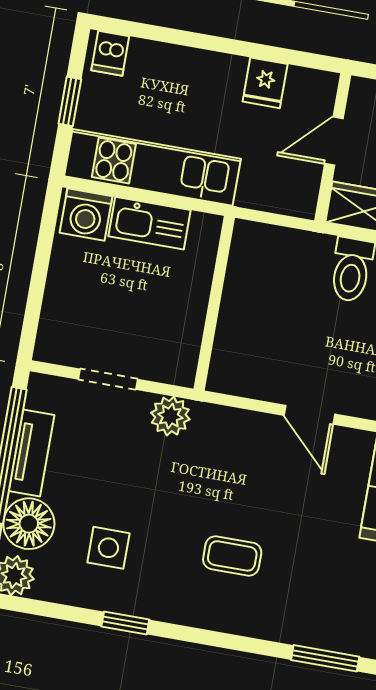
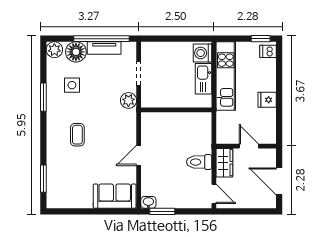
fridge: (265, 83) -> (267, 100), moved
window: (70, 101) -> (261, 39), moved
window: (125, 623) -> (43, 97), width x1.50

